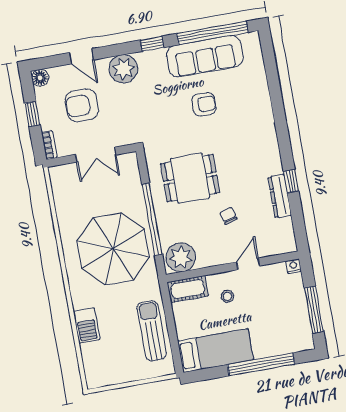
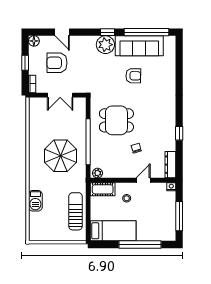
plant: (123, 69) -> (105, 45), moved
dresser: (280, 196) -> (170, 165), moved
parasol: (113, 249) -> (61, 156), width x0.73, depth x0.73
plant: (181, 257) -> (97, 173), width x0.53, depth x0.53

